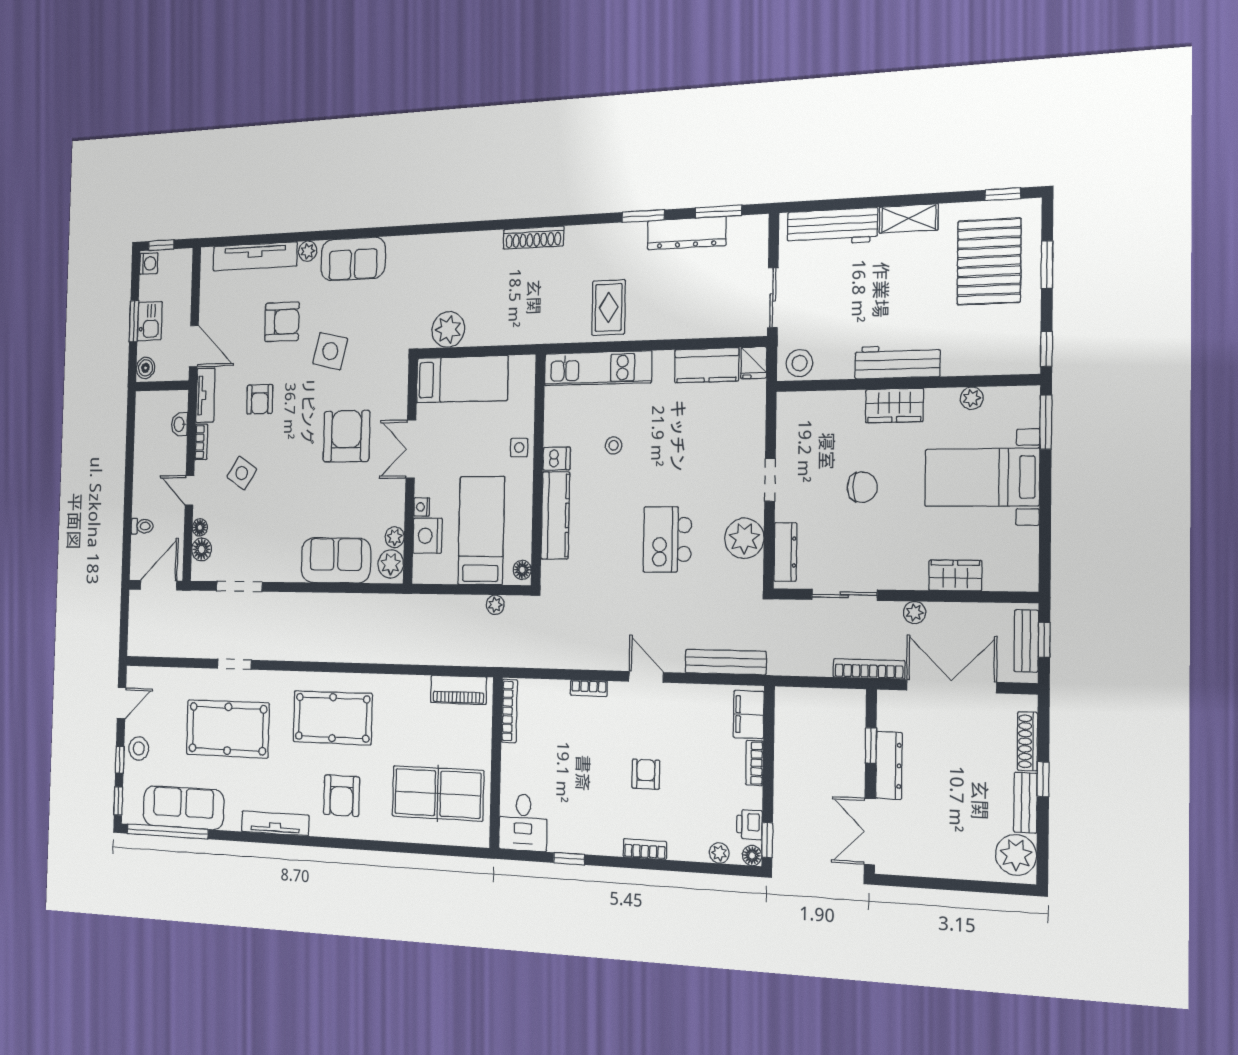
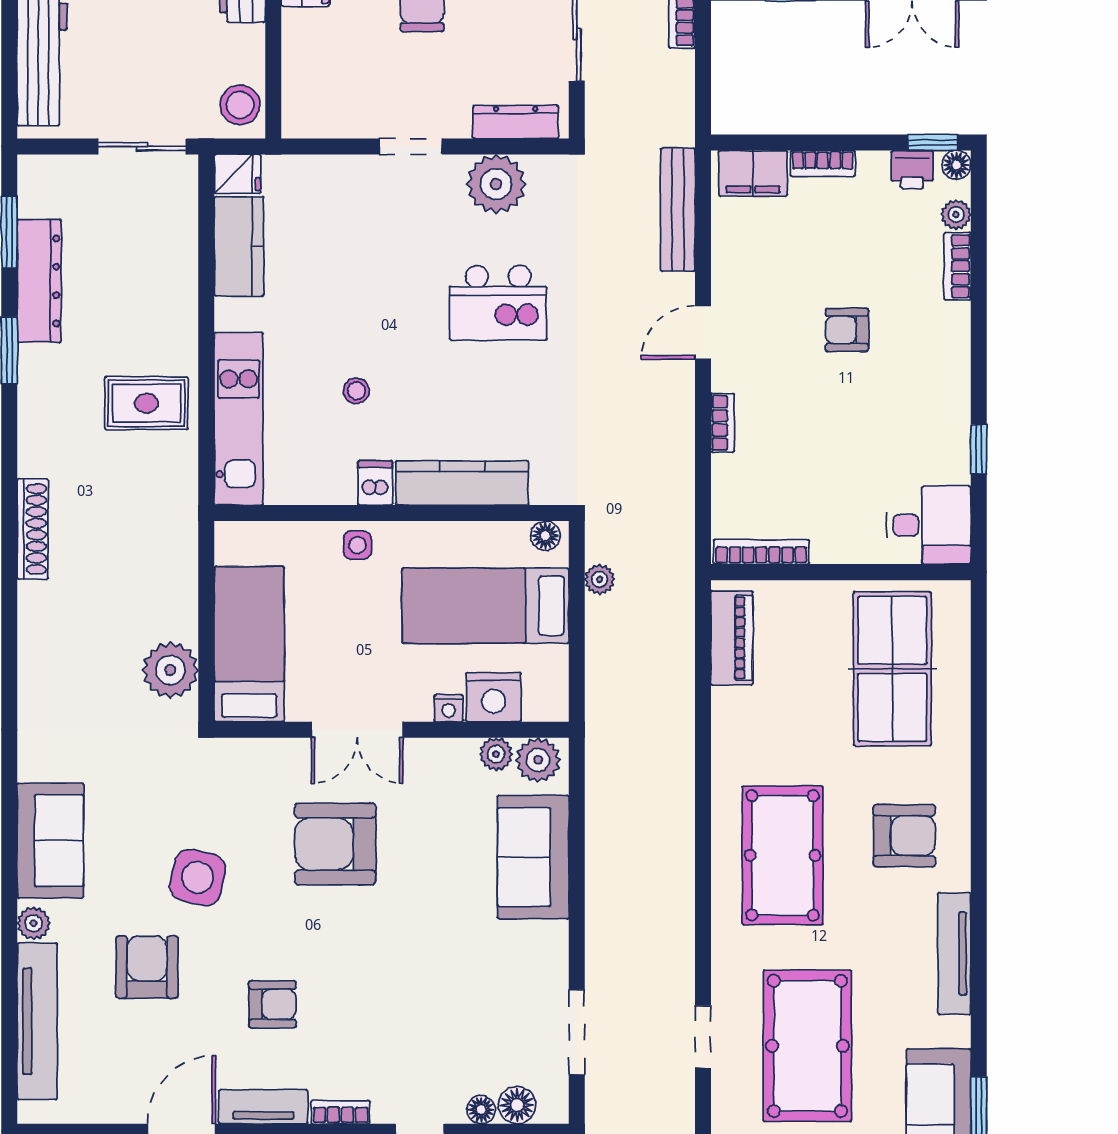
side table: (242, 473) -> (392, 1034), removed
bookcase: (645, 849) -> (957, 266), moved

